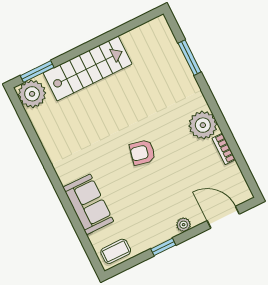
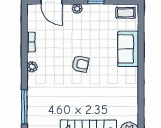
window: (190, 58) -> (24, 107), width x1.44
plant: (203, 125) -> (32, 67), width x0.53, depth x0.53

